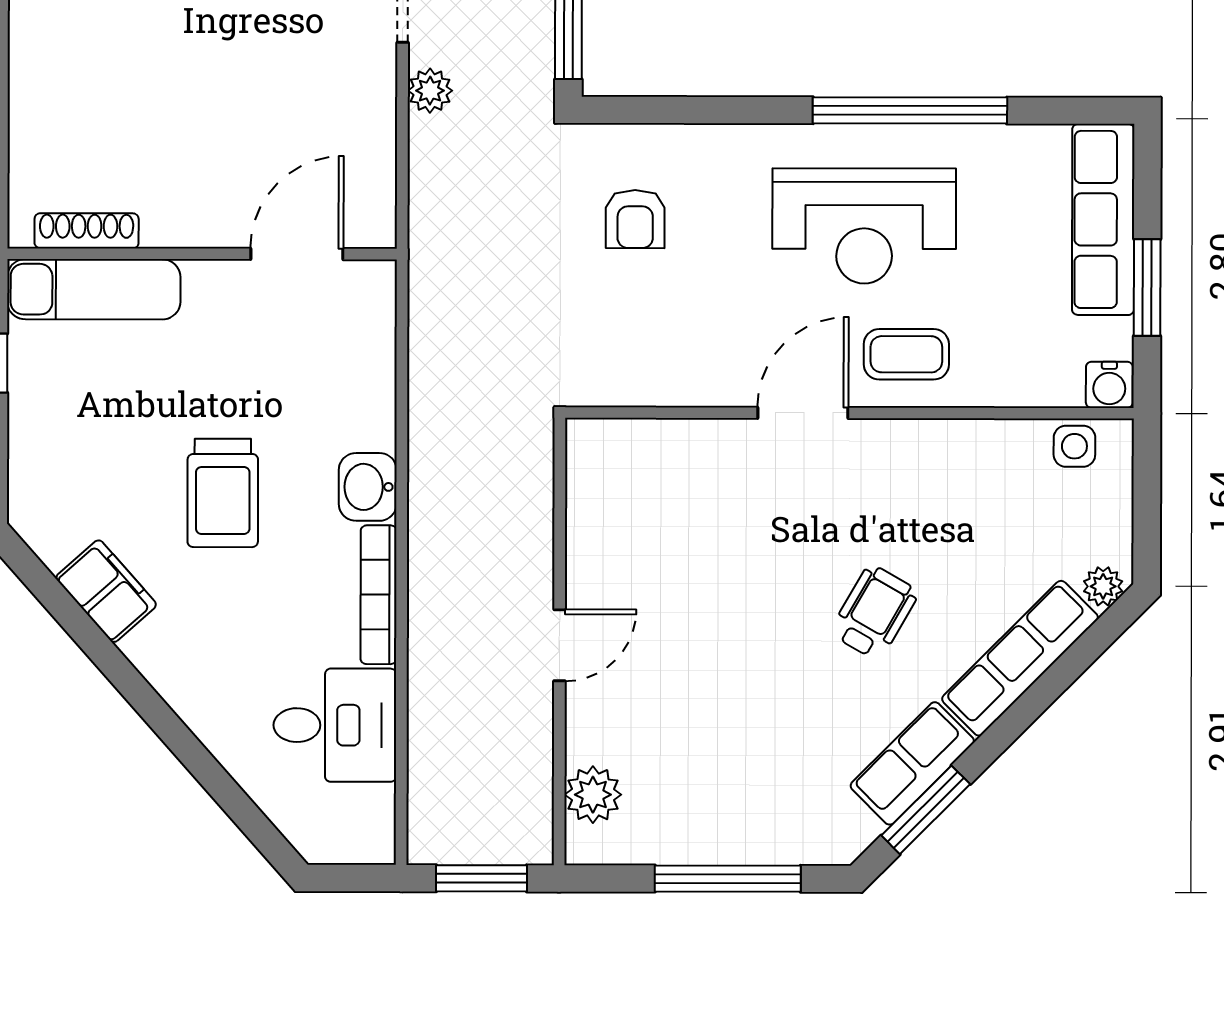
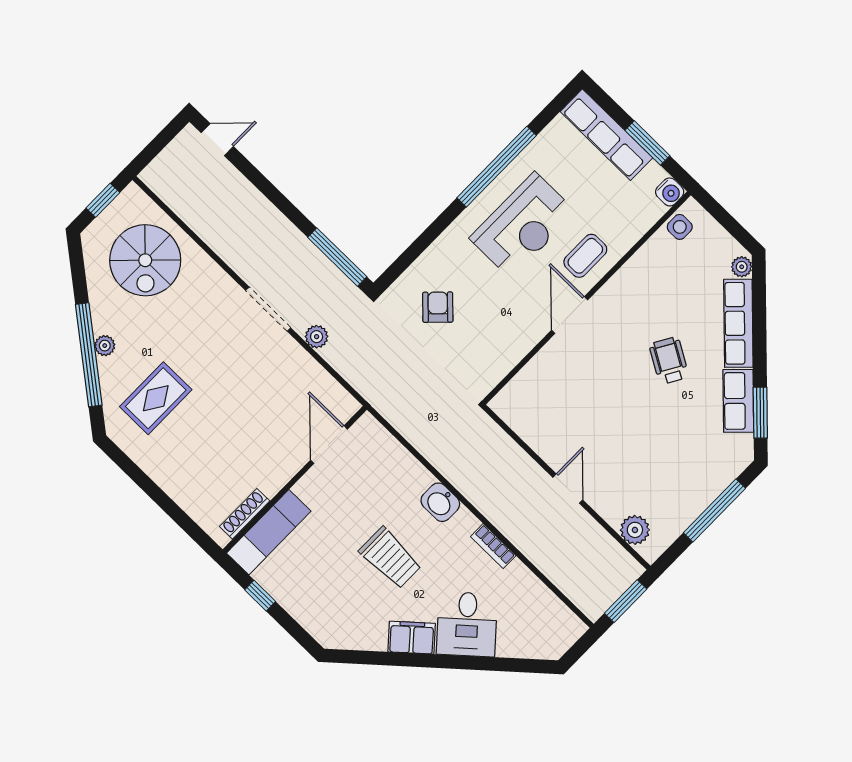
armchair: (635, 219) -> (438, 307), turned -135
filing cabinet: (106, 591) -> (412, 638), moved
bookcase: (379, 595) -> (493, 546), width x0.64
desk: (335, 725) -> (467, 624), moved, turned 139

